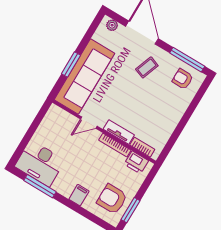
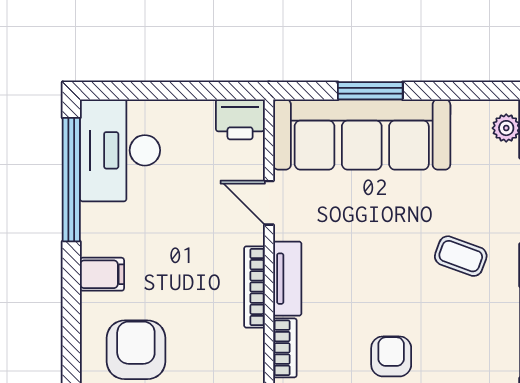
armchair: (183, 79) -> (391, 356), moved
printer: (136, 162) -> (240, 119), moved, turned -90
window: (40, 186) -> (71, 180), width x1.46

